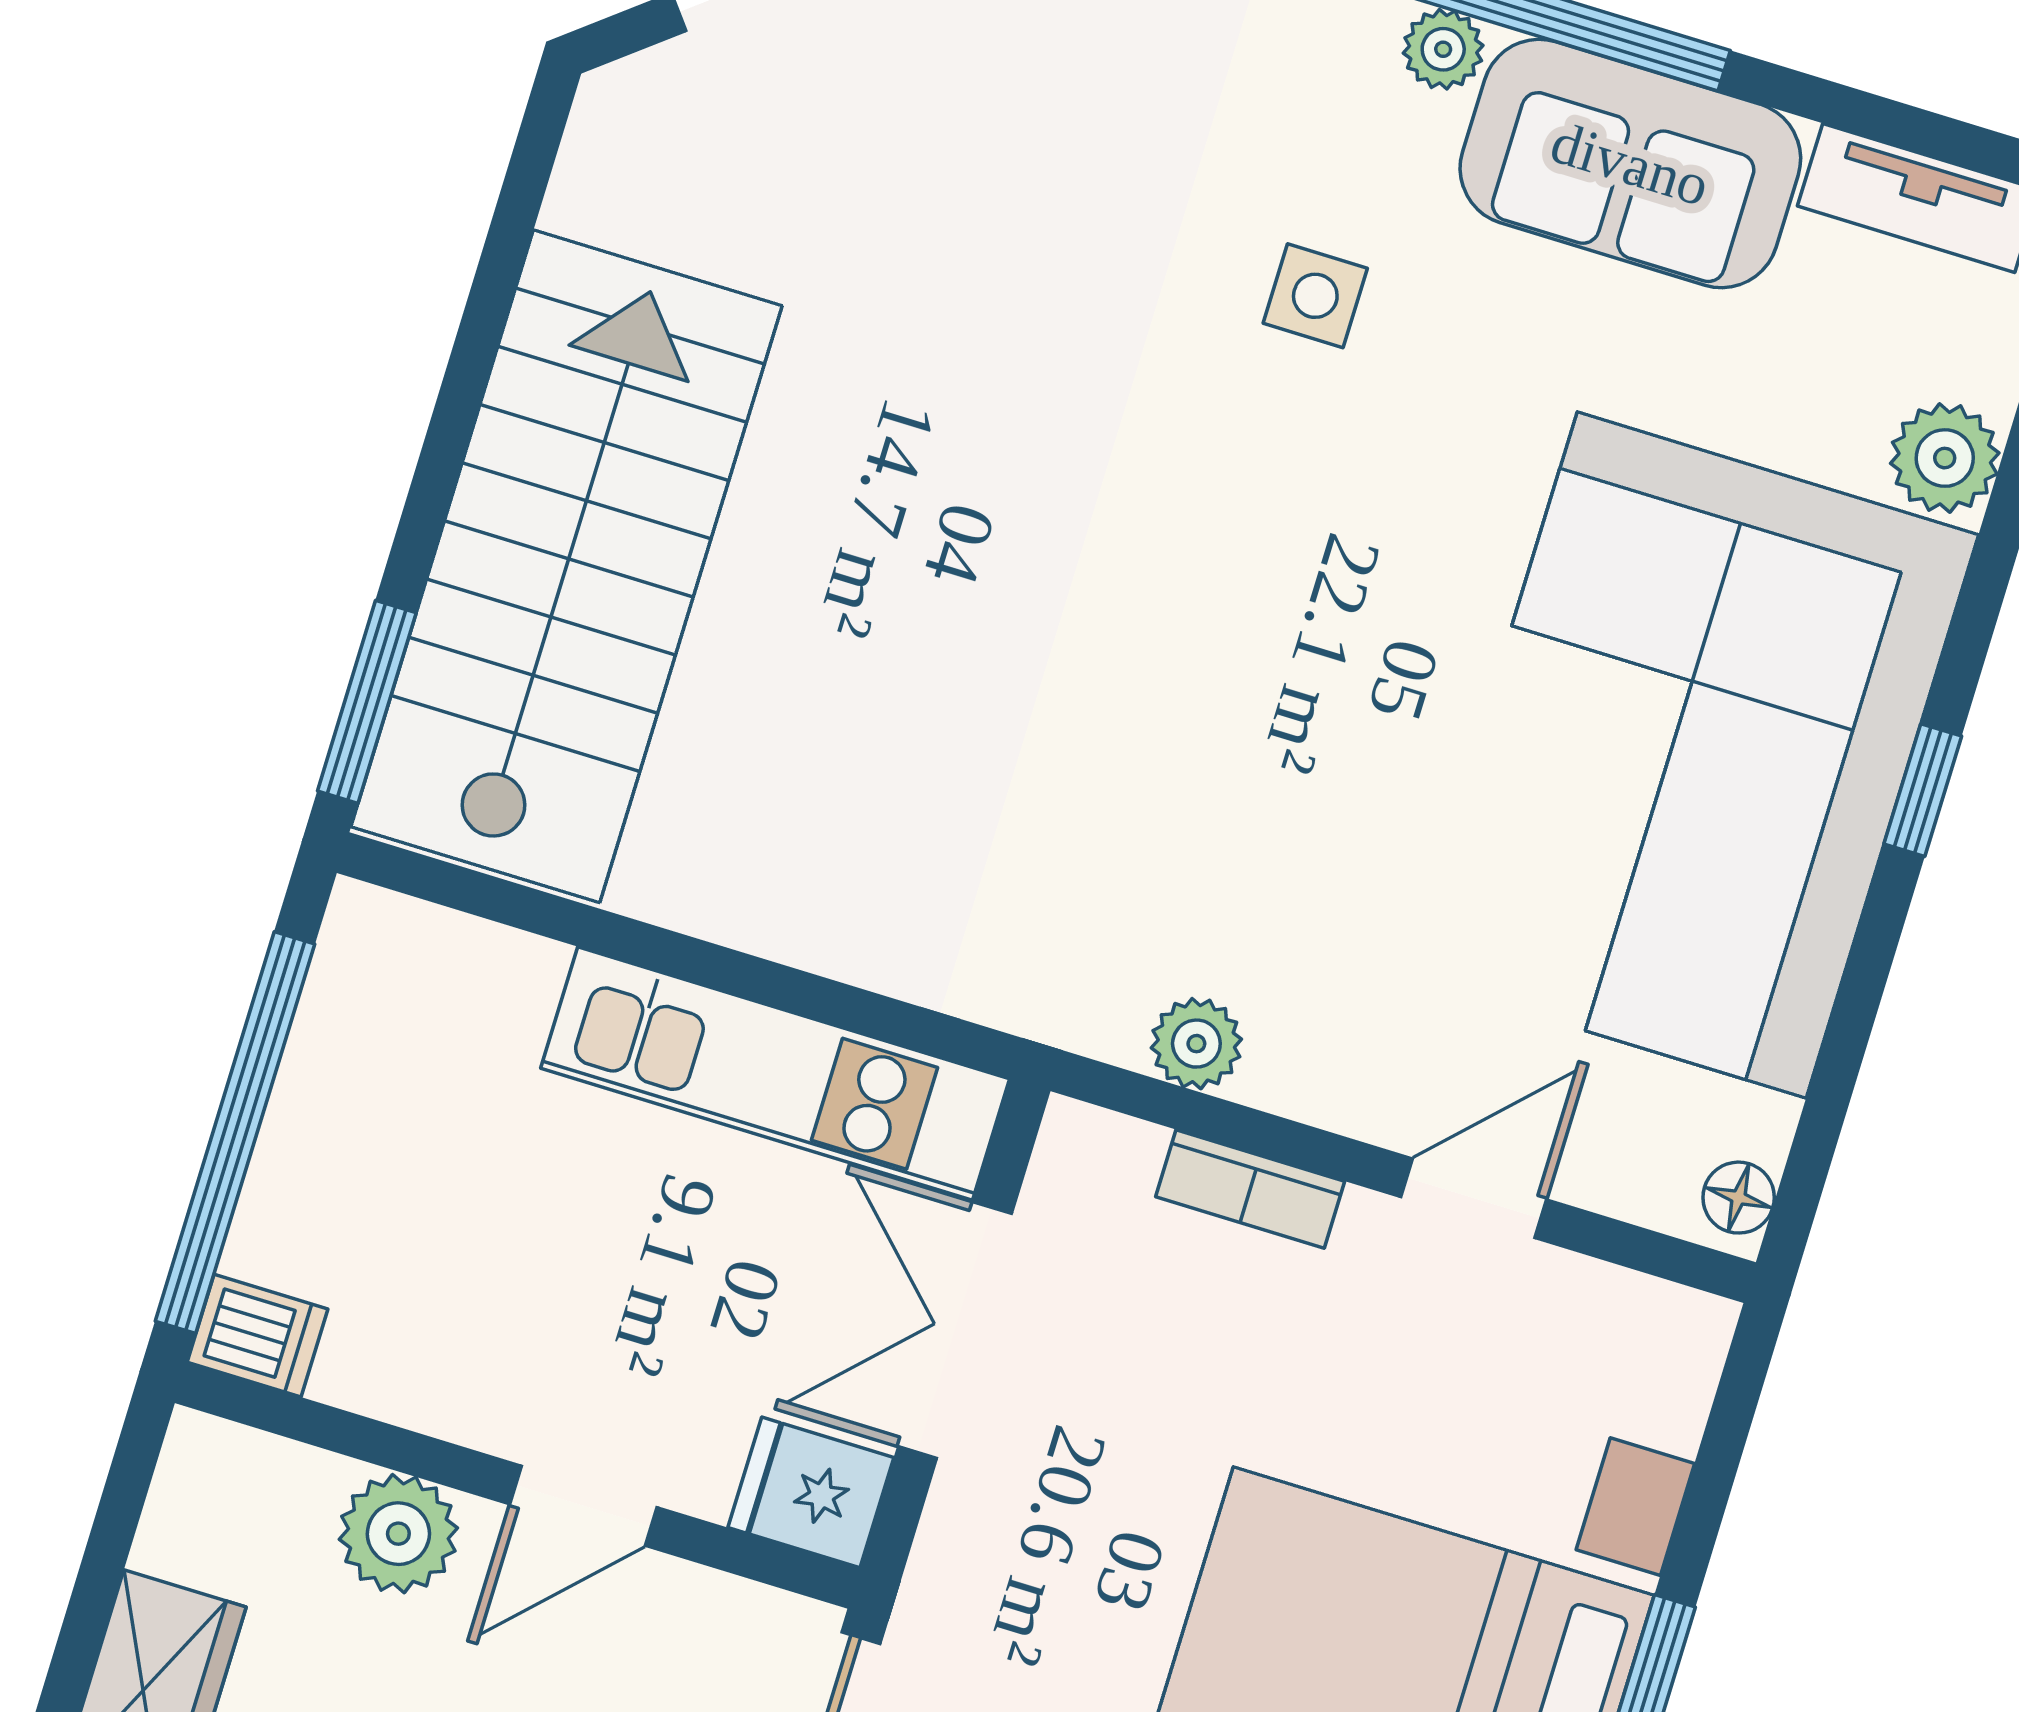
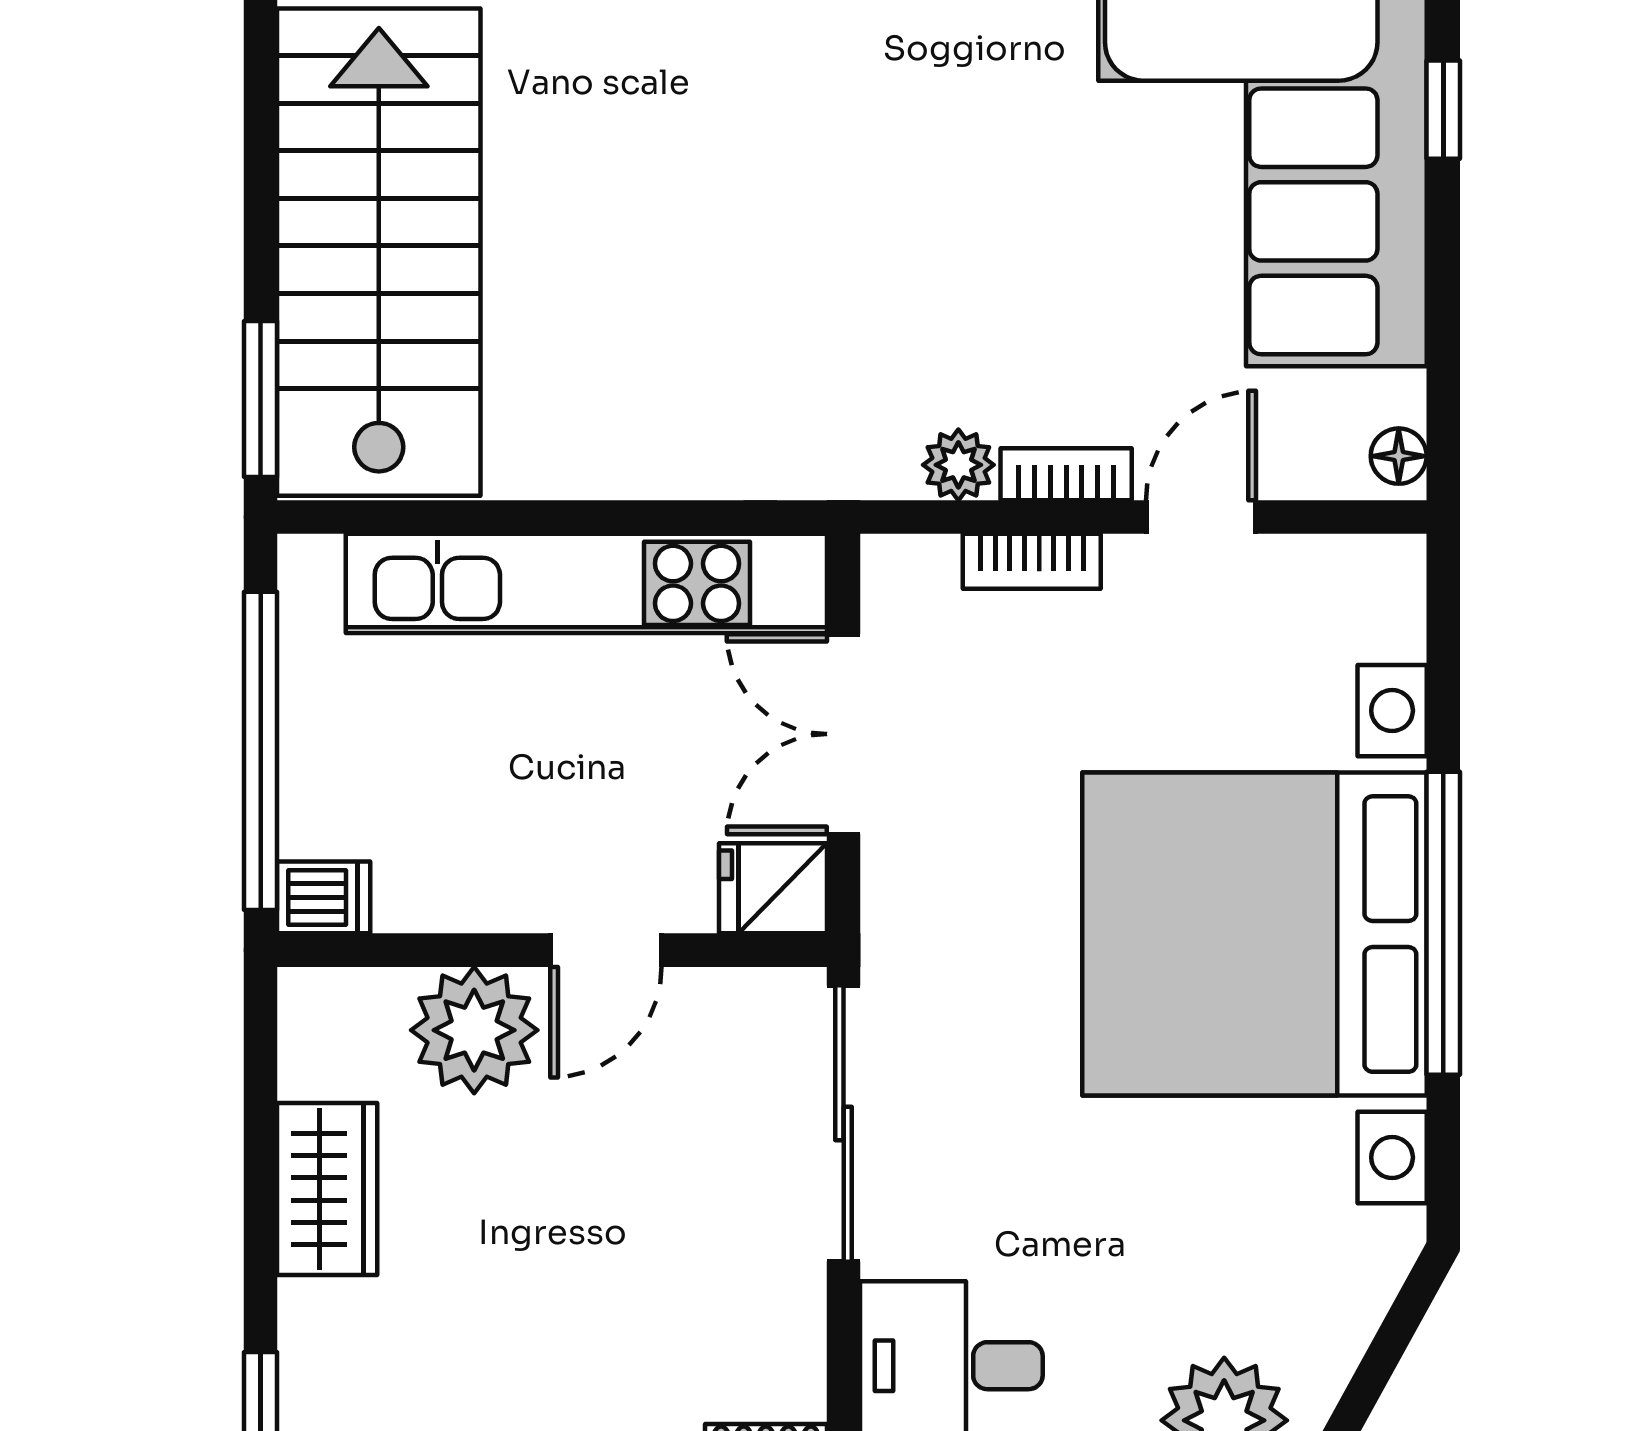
kitchen unit: (775, 1073) -> (586, 583), width x1.36
bookcase: (1325, 1095) -> (1066, 474), added
plant: (398, 1534) -> (474, 1030), width x1.36, depth x1.36

